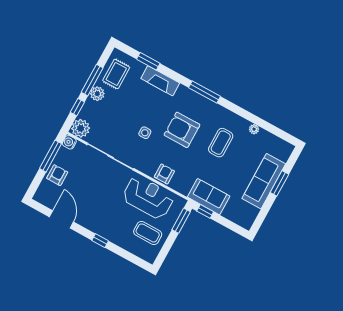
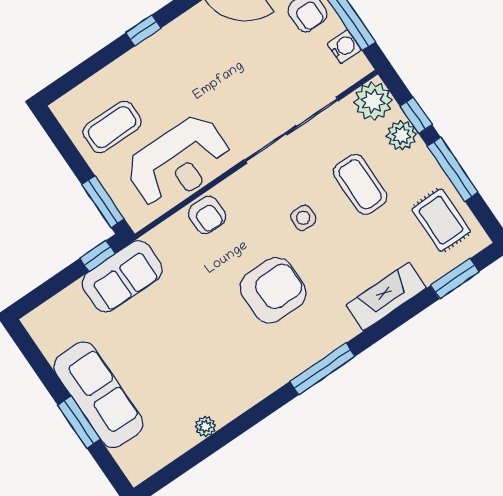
window: (148, 61) -> (455, 279), moved
plant: (97, 94) -> (401, 135), moved
water cooler: (69, 142) -> (344, 47), moved
coffee table: (221, 143) -> (360, 184), moved

